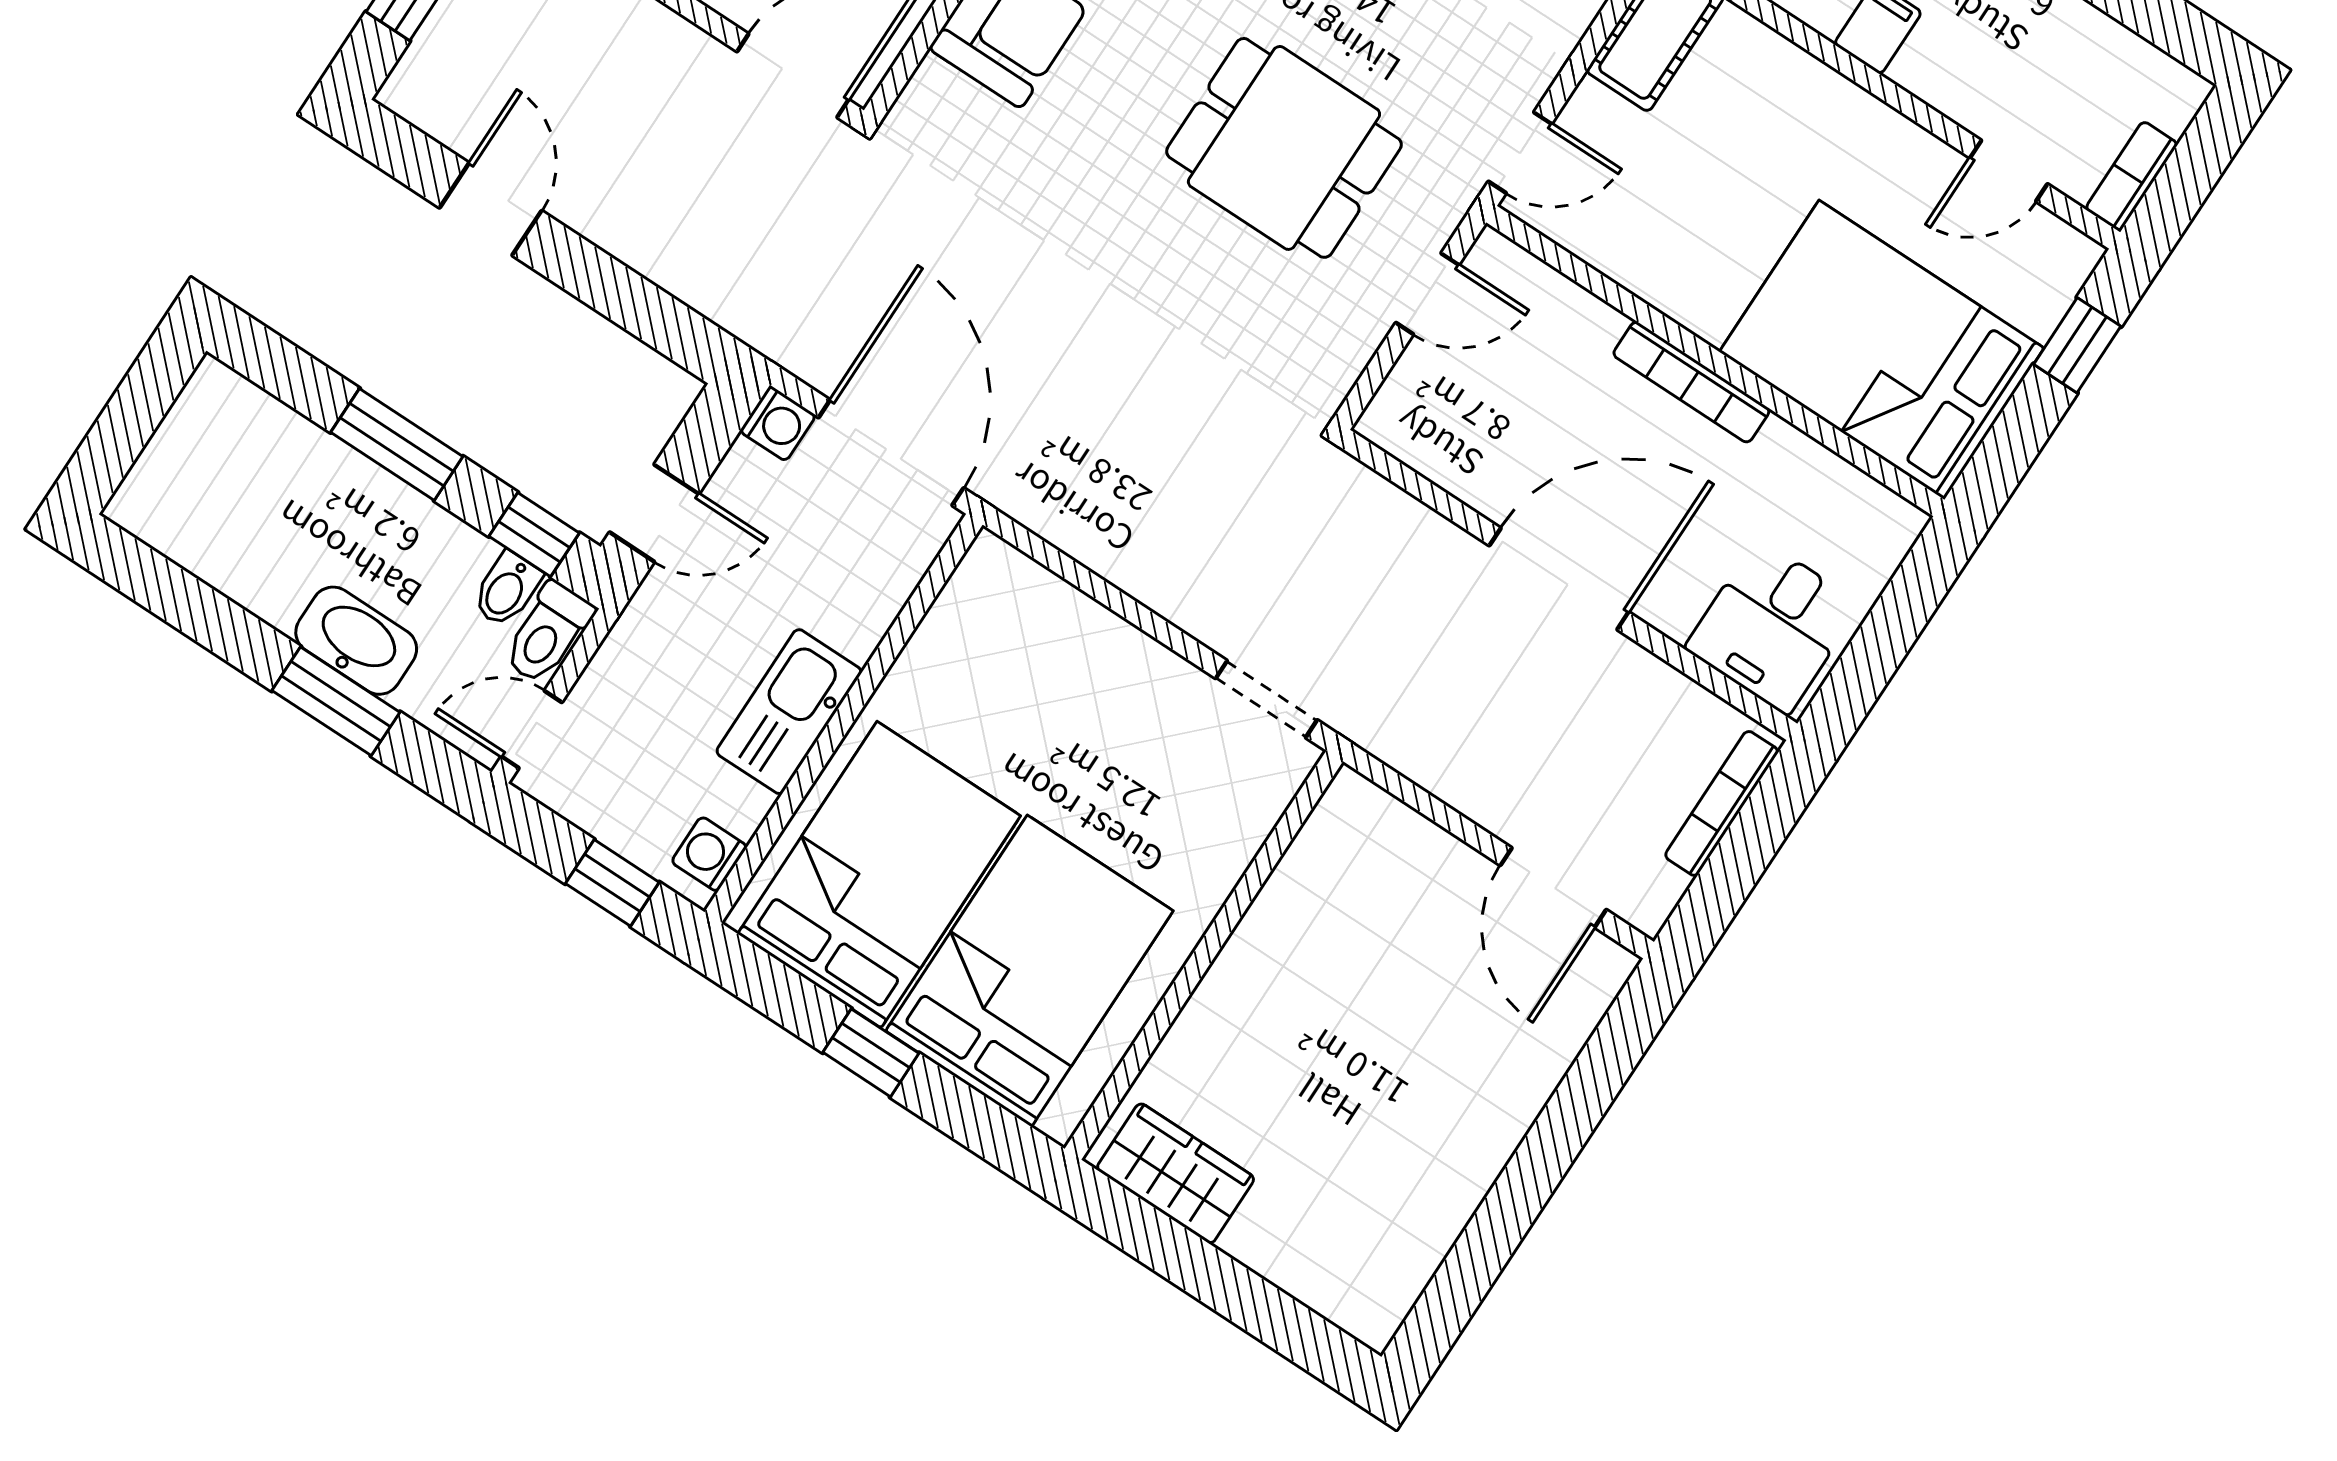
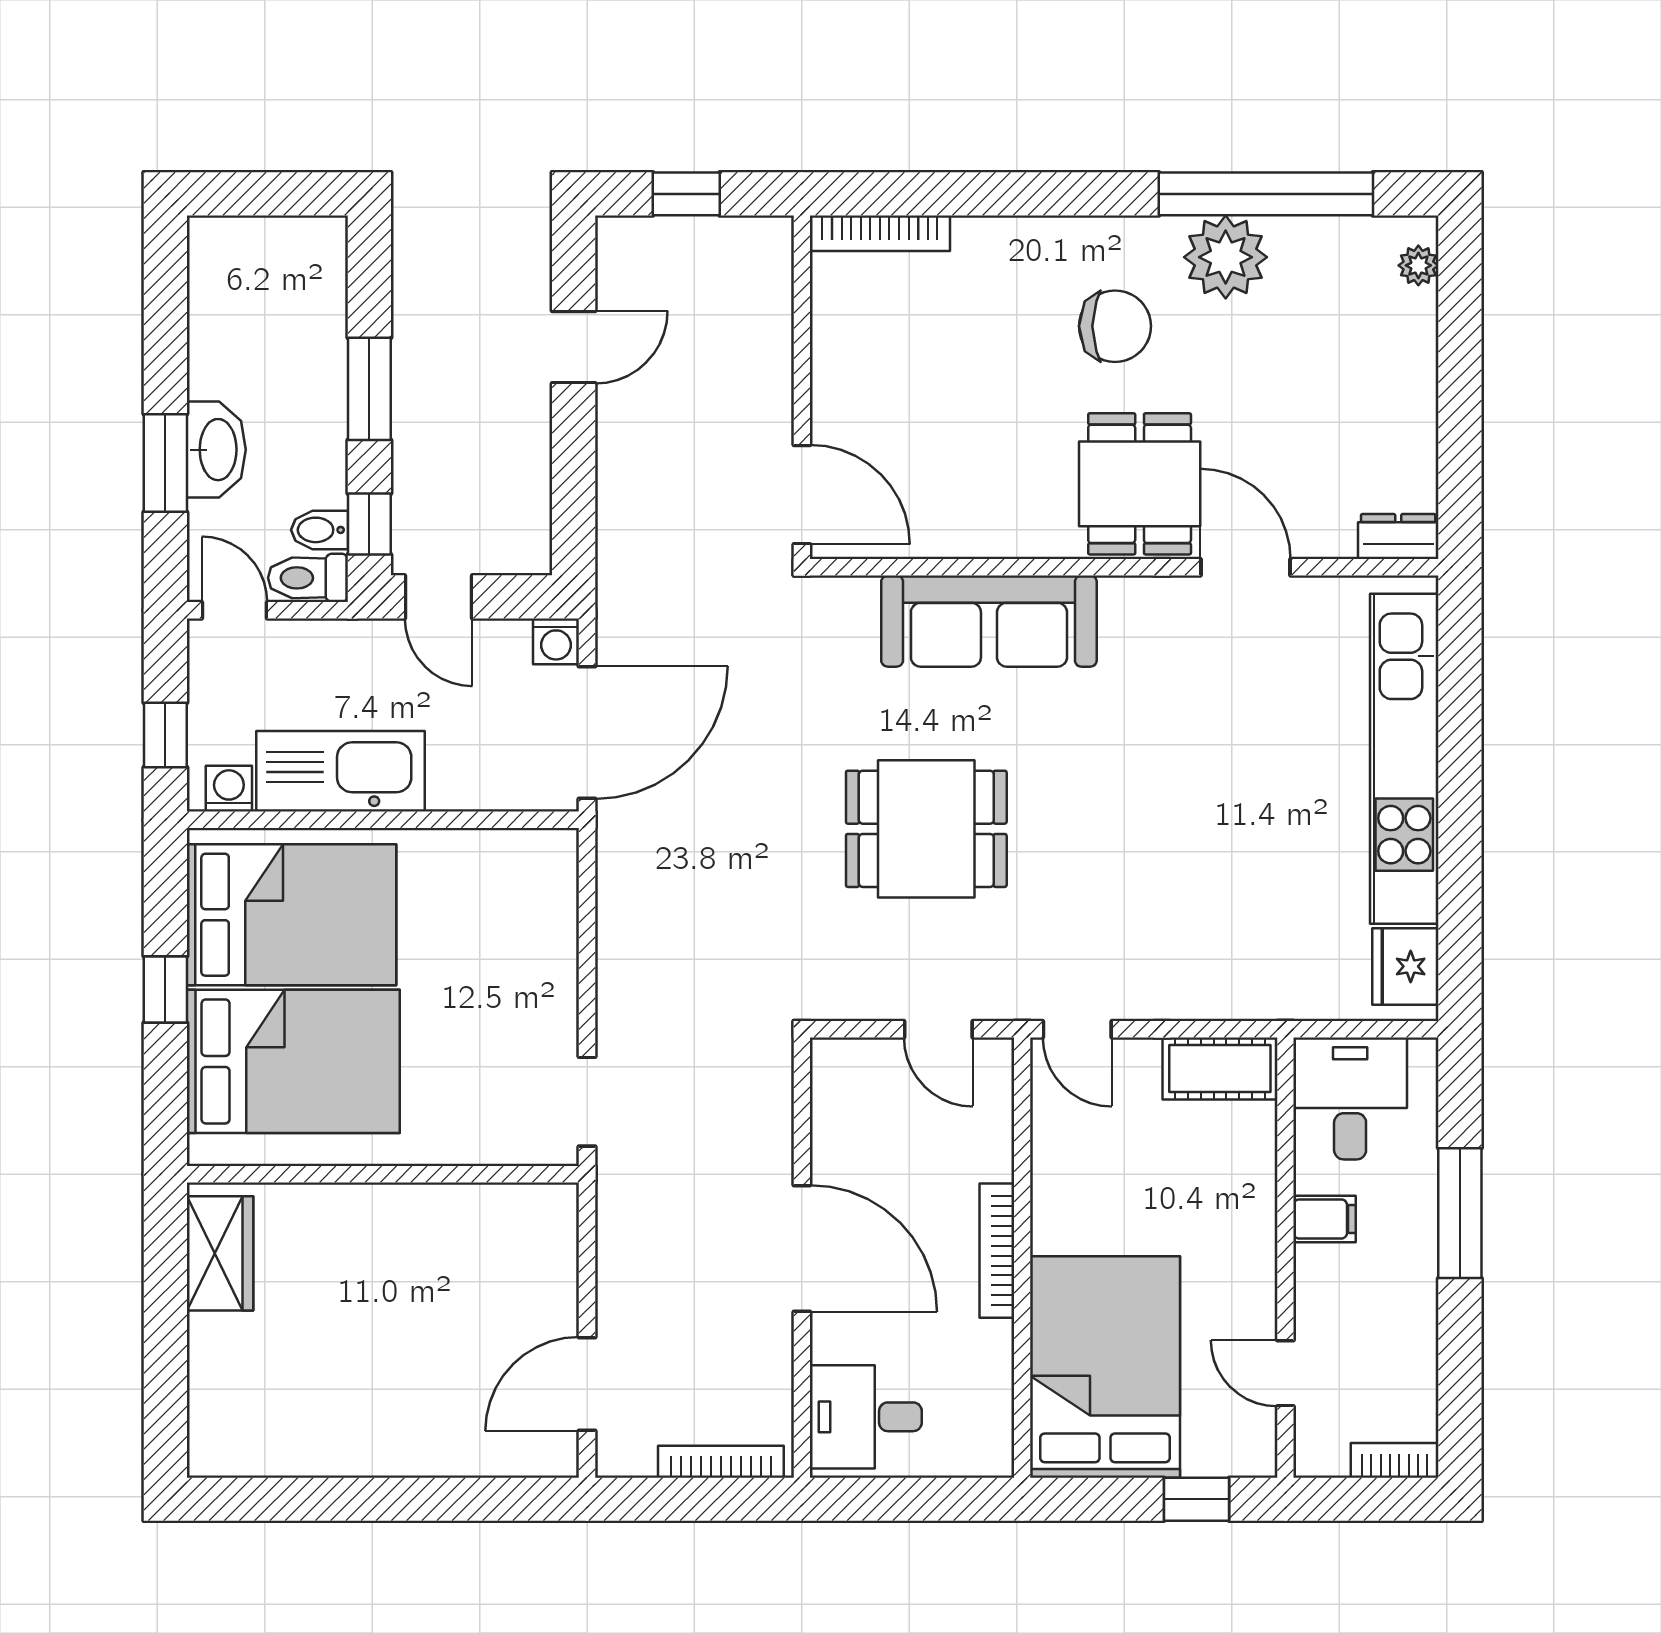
dining table: (1284, 148) -> (926, 829), moved, turned 90
bookcase: (2132, 176) -> (1395, 1460), moved
kitchen sink: (789, 712) -> (340, 771), width x1.36, depth x1.24

